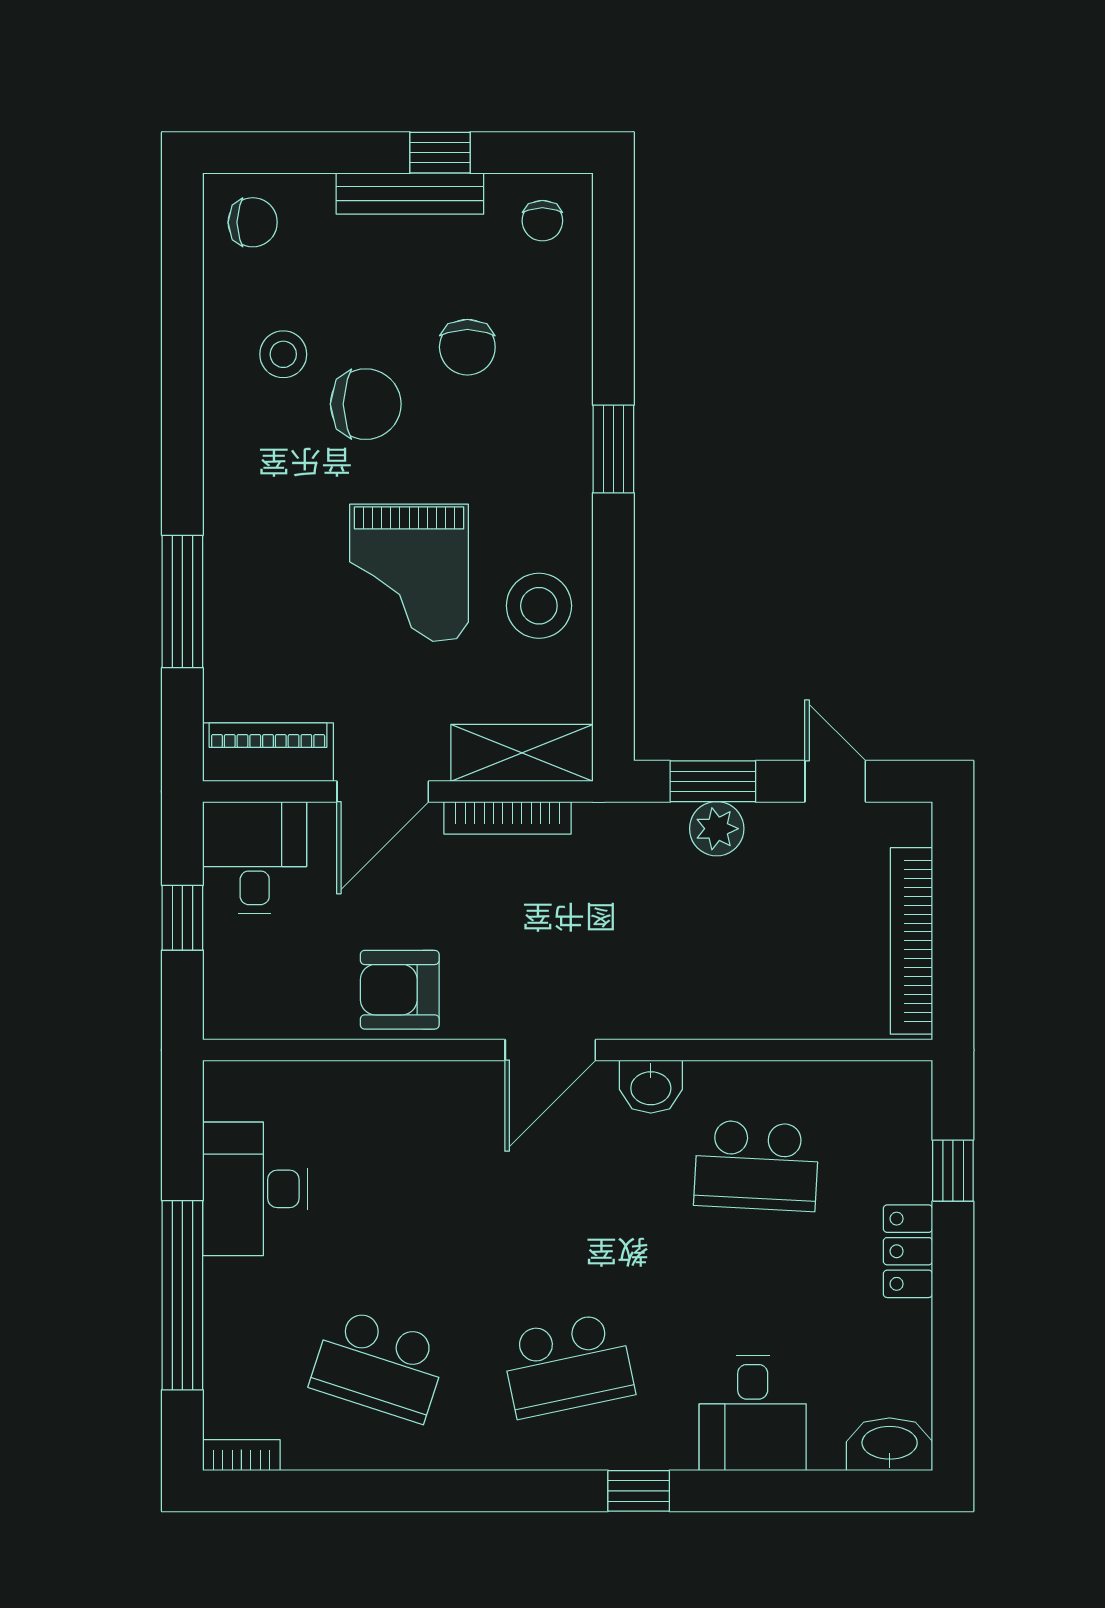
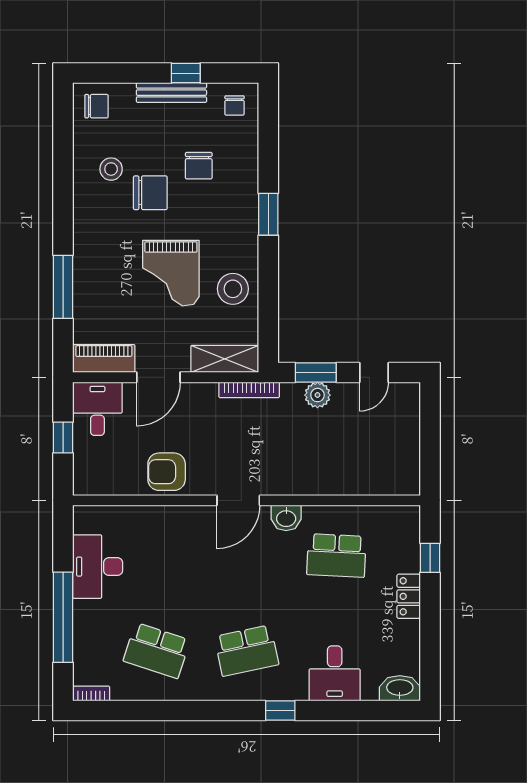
door: (835, 781) -> (374, 372), swing flipped
bookcase: (508, 818) -> (249, 390), moved
bookcase: (912, 941) -> (410, 448), removed

